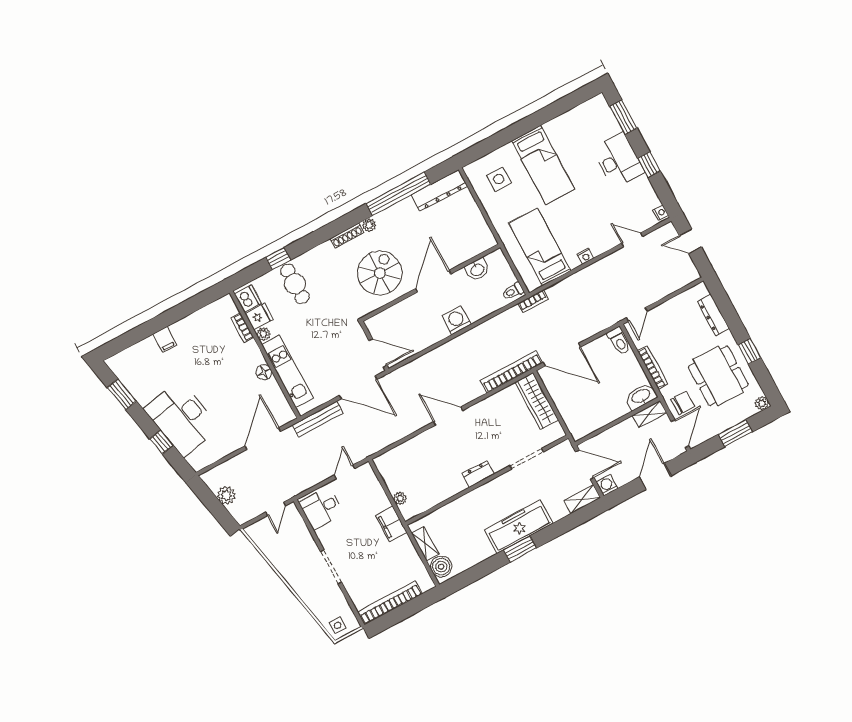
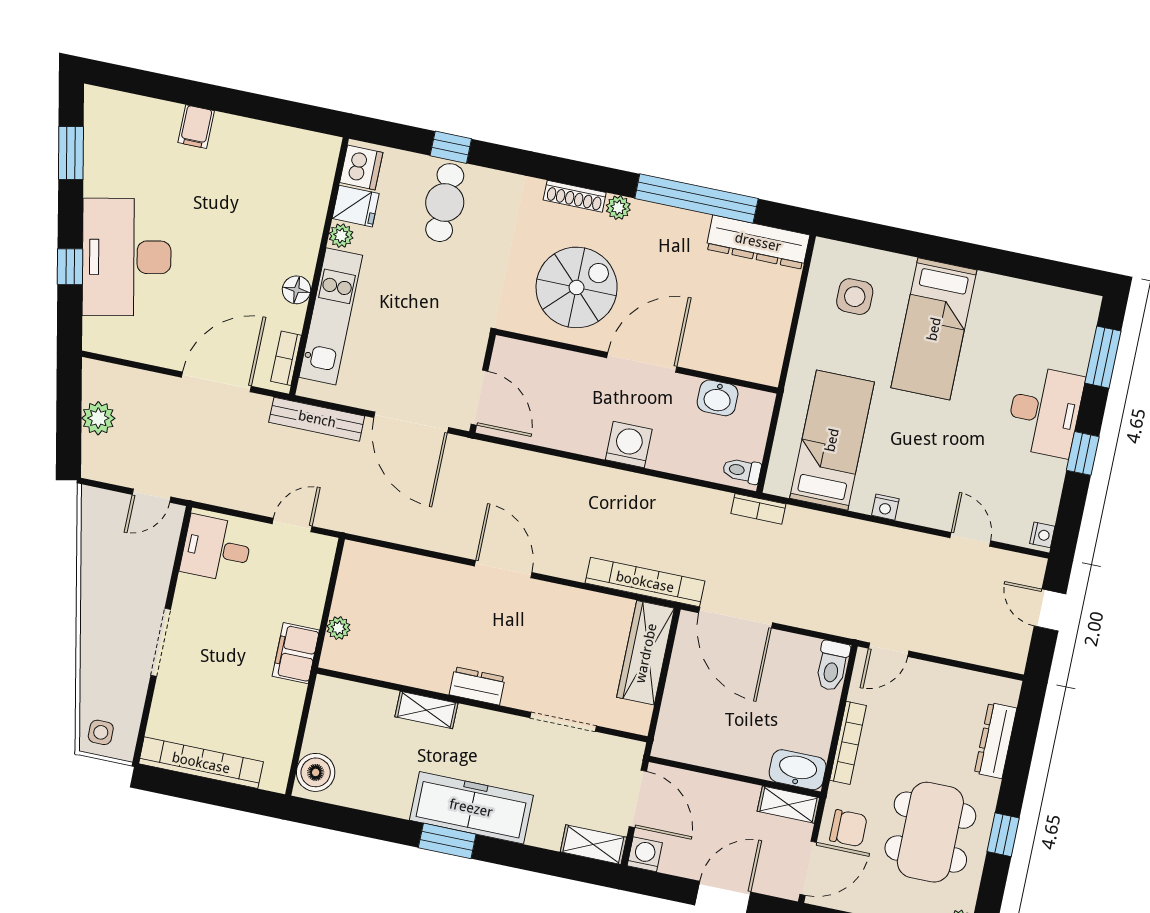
bookcase: (242, 328) -> (286, 358), moved
shelving: (425, 544) -> (426, 710), moved, turned 90

